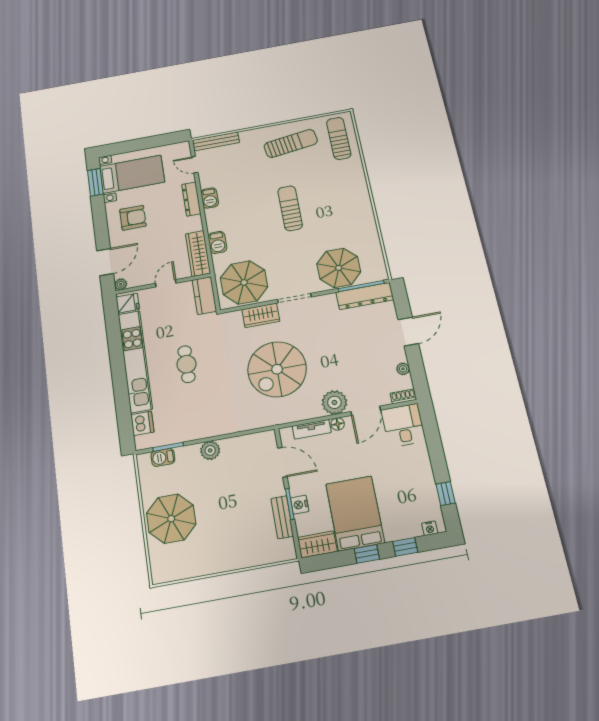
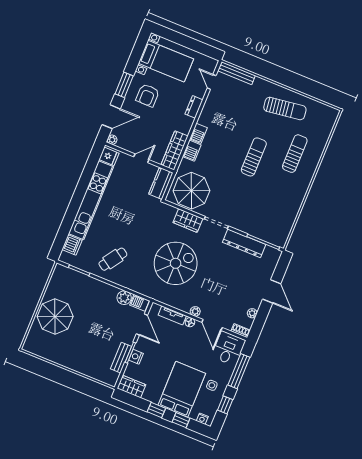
sun lounger: (339, 138) -> (295, 154), moved
window: (95, 182) -> (124, 85), moved
barbecue: (210, 198) -> (199, 133), moved
dresser: (191, 199) -> (194, 107), width x0.70
armchair: (133, 218) -> (148, 95), turned 90
parasol: (339, 268) -> (257, 220), removed
dresser: (365, 296) -> (244, 243), moved
door: (408, 332) -> (272, 291), hinge flipped
cafe table: (186, 364) -> (113, 259), moved, turned 34
spiral stairs: (277, 369) -> (176, 263), turned 180
plant: (334, 402) -> (195, 311), width x0.53, depth x0.53
door: (366, 411) -> (212, 325), hinge flipped
window: (434, 444) -> (239, 371), added
plant: (210, 450) -> (124, 298), moved
barbecue: (163, 457) -> (140, 303), moved
side table: (414, 481) -> (212, 385), added
bed: (355, 513) -> (182, 389), moved

